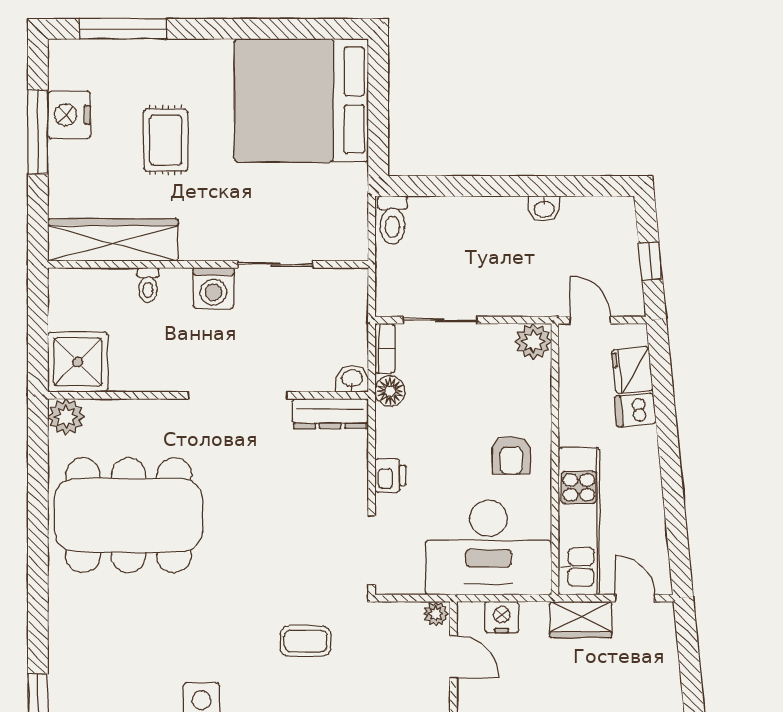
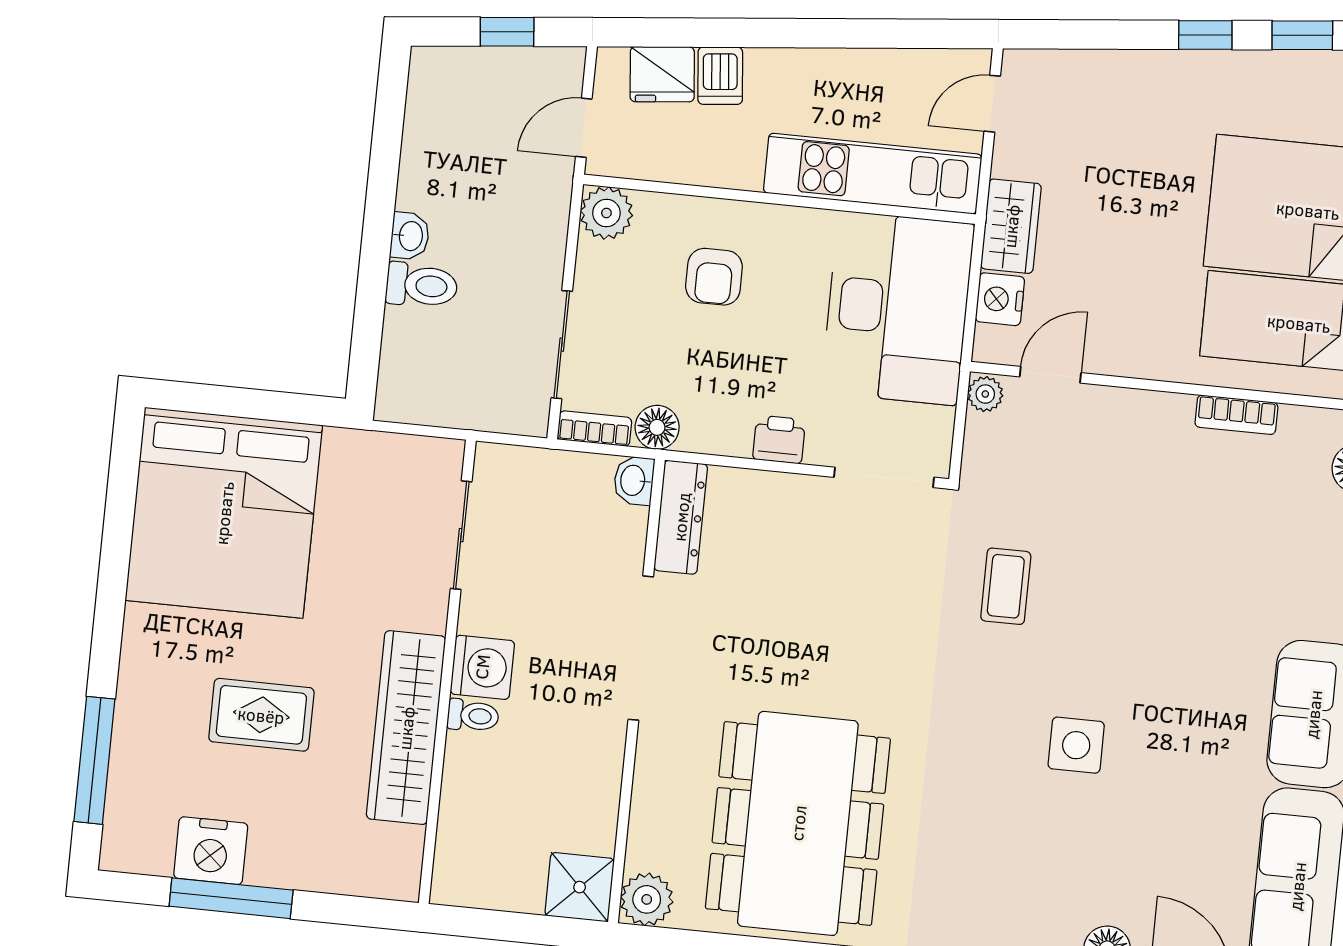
washbasin: (544, 208) -> (410, 236), moved
toilet: (392, 220) -> (422, 285), moved
wardrobe: (113, 240) -> (406, 728), moved
sliding door: (275, 264) -> (461, 535), moved
toilet: (148, 285) -> (473, 716), moved
shower: (78, 362) -> (580, 887), width x0.73, depth x0.73
armchair: (511, 455) -> (714, 277), moved, turned 90
wardrobe: (581, 620) -> (1011, 226), moved

